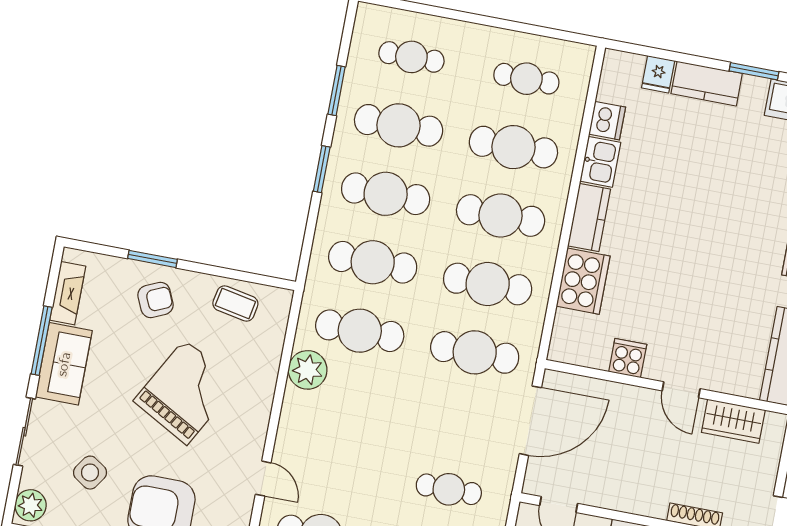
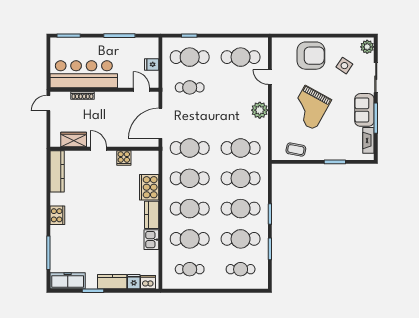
dishwasher: (607, 121) -> (148, 282), moved, turned 90
armchair: (156, 300) -> (330, 145), removed
plant: (308, 370) -> (260, 110), moved

